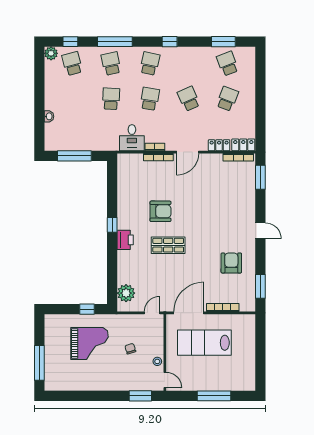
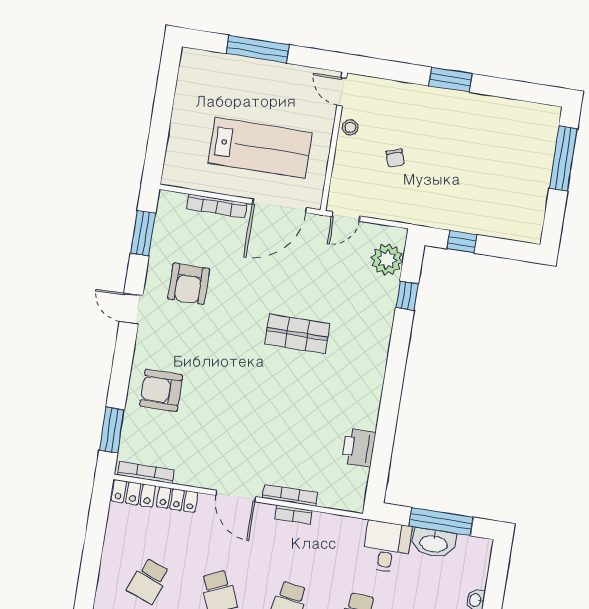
desk: (132, 138) -> (387, 547), moved
washbasin: (77, 144) -> (434, 543), added
door: (188, 152) -> (236, 496), swing flipped
armchair: (160, 211) -> (161, 390), moved
window: (112, 225) -> (407, 296), moved
door: (260, 231) -> (131, 309), moved
printer: (125, 240) -> (359, 448), moved
grand piano: (89, 344) -> (467, 179), removed
window: (140, 396) -> (450, 80), moved

